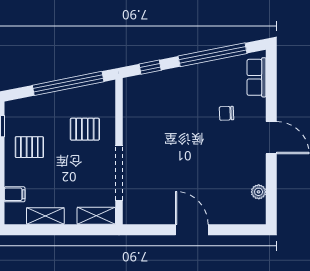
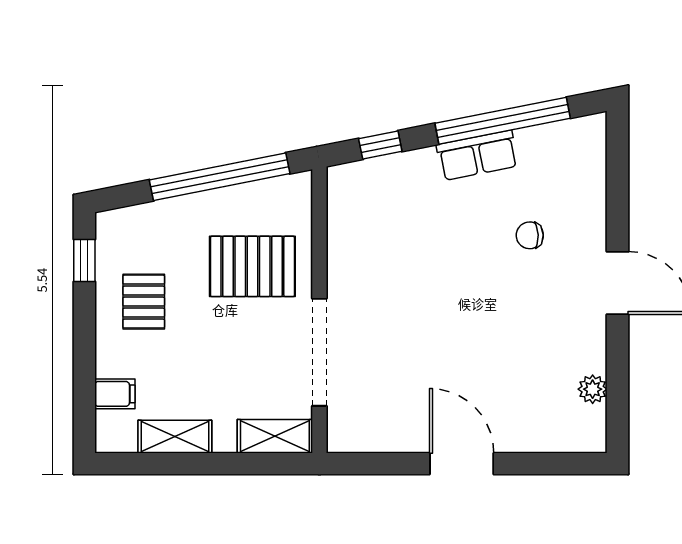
row of seats: (256, 77) -> (477, 155), moved, turned -101
pallet: (85, 129) -> (252, 266), width x1.50, depth x1.42
pallet: (29, 147) -> (144, 302), turned 90

